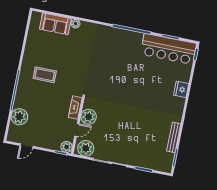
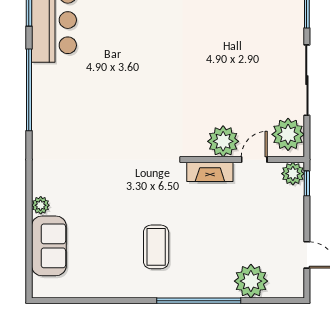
door: (77, 130) -> (254, 160), hinge flipped

